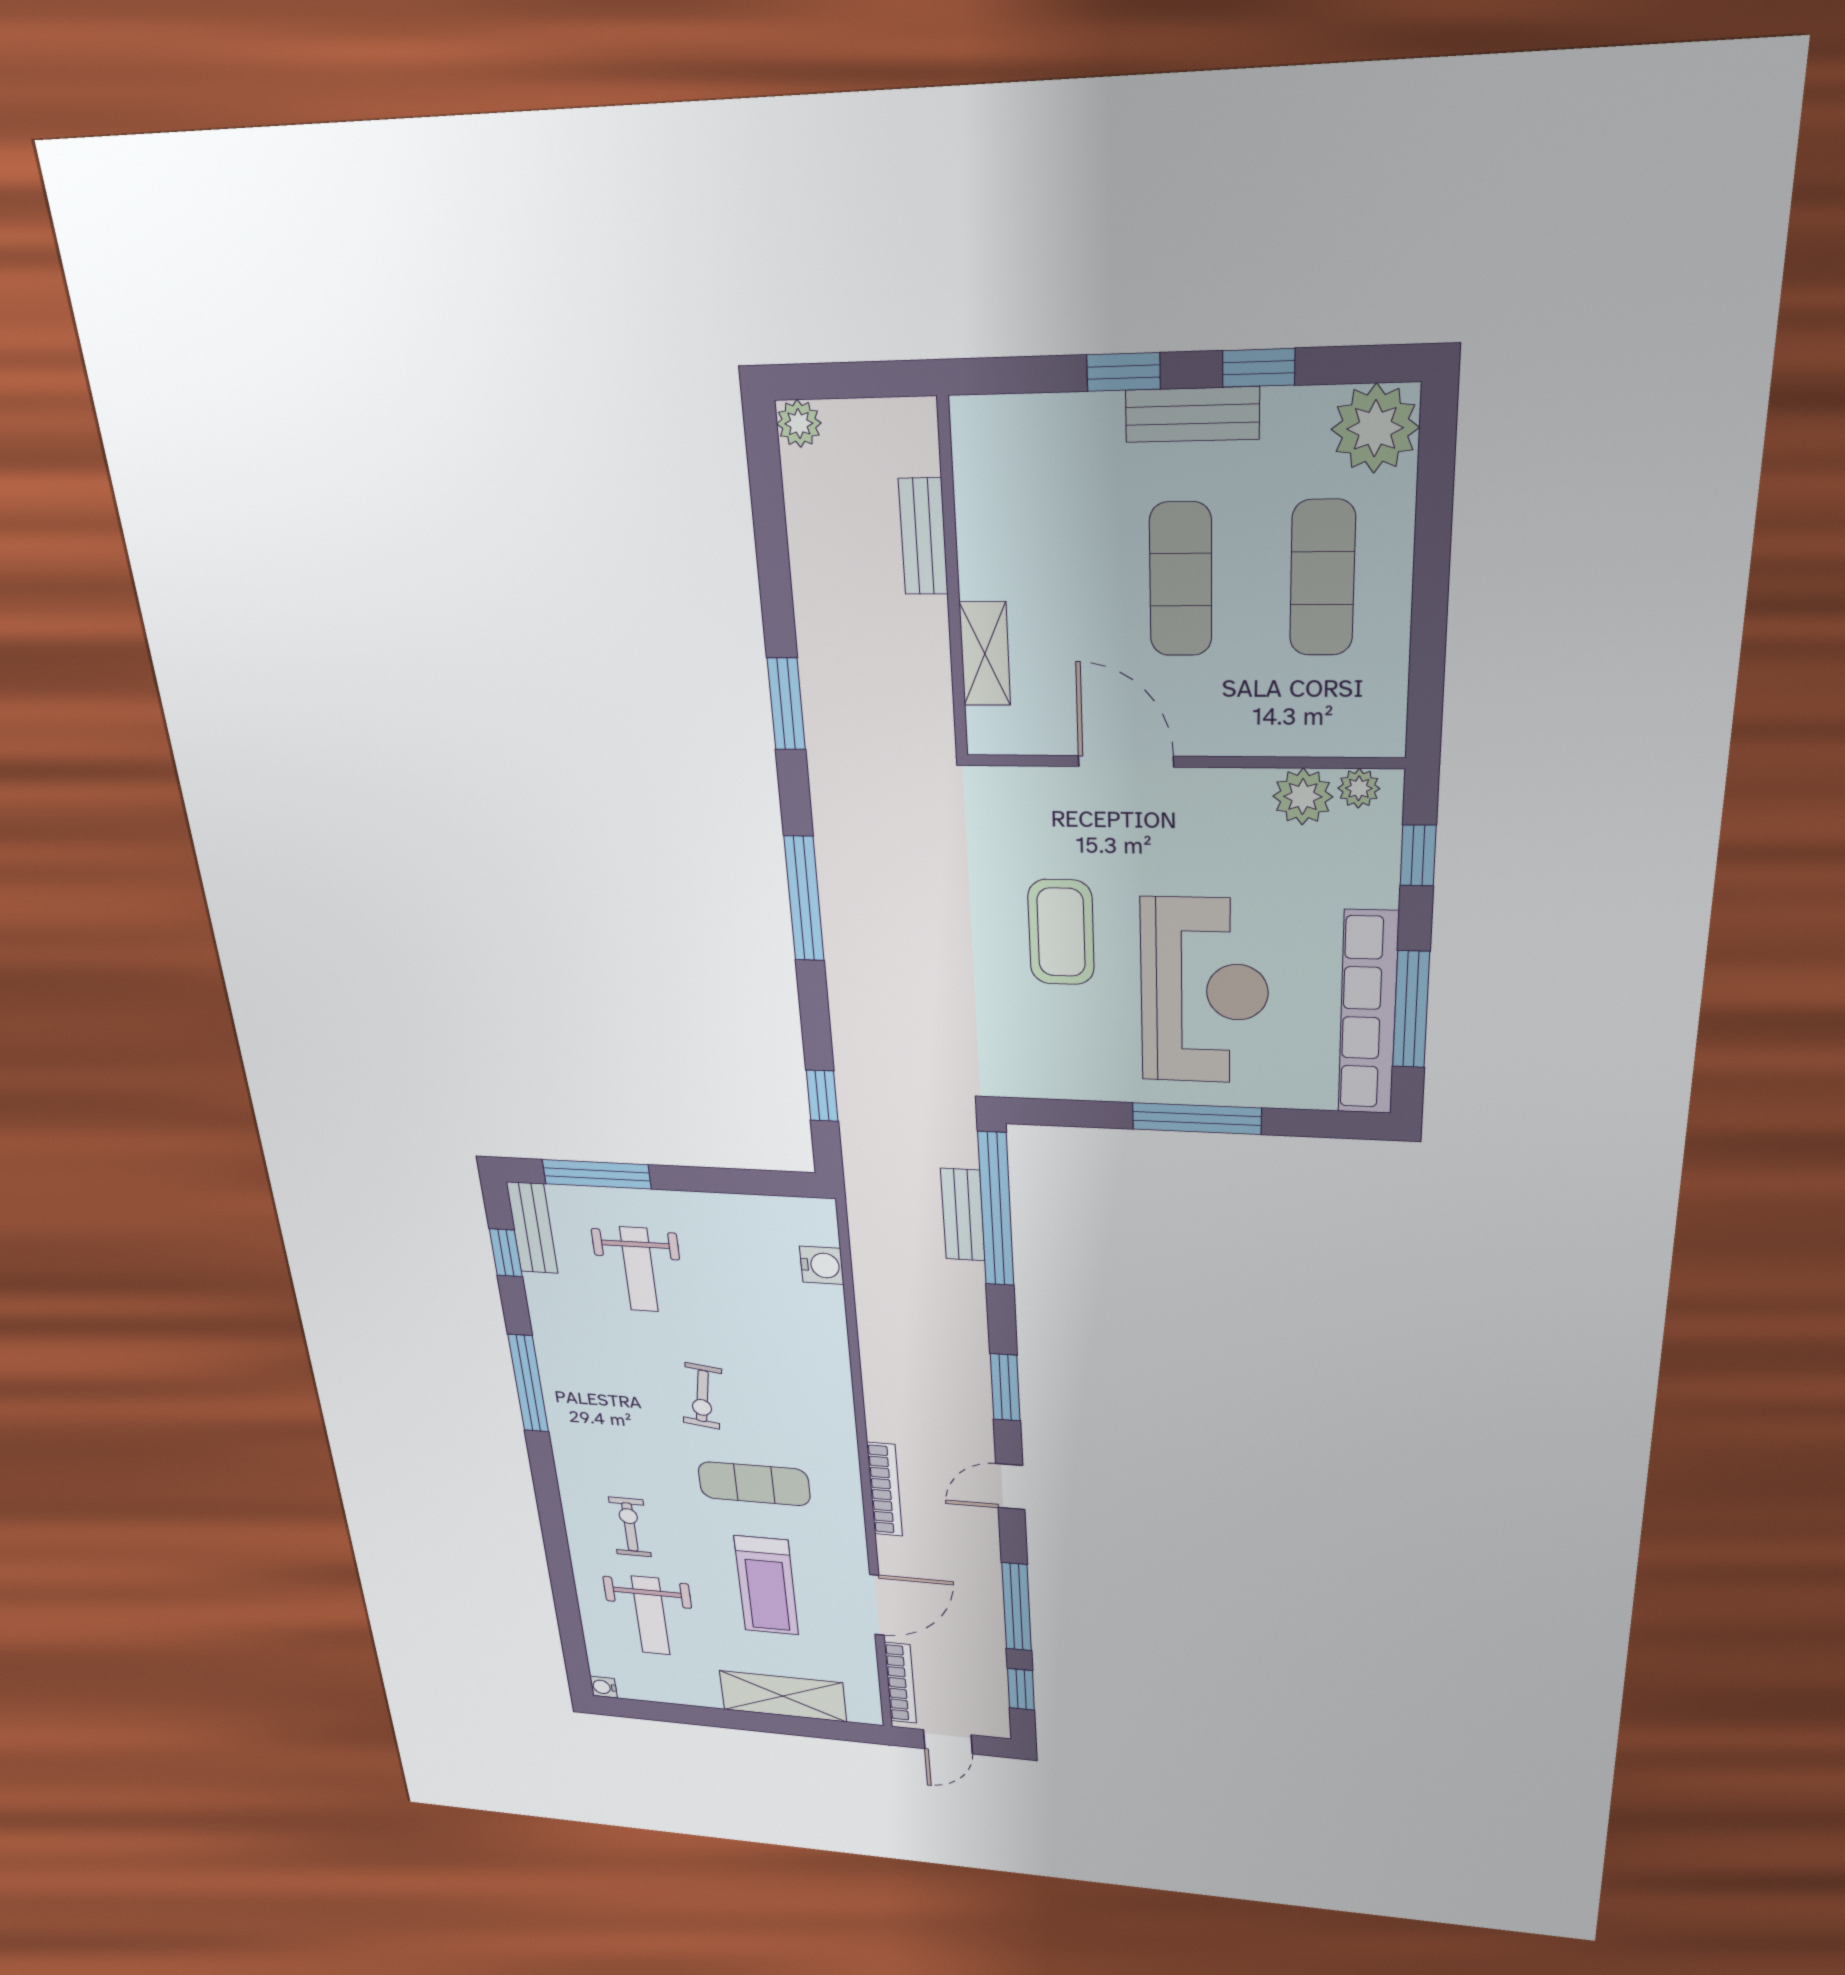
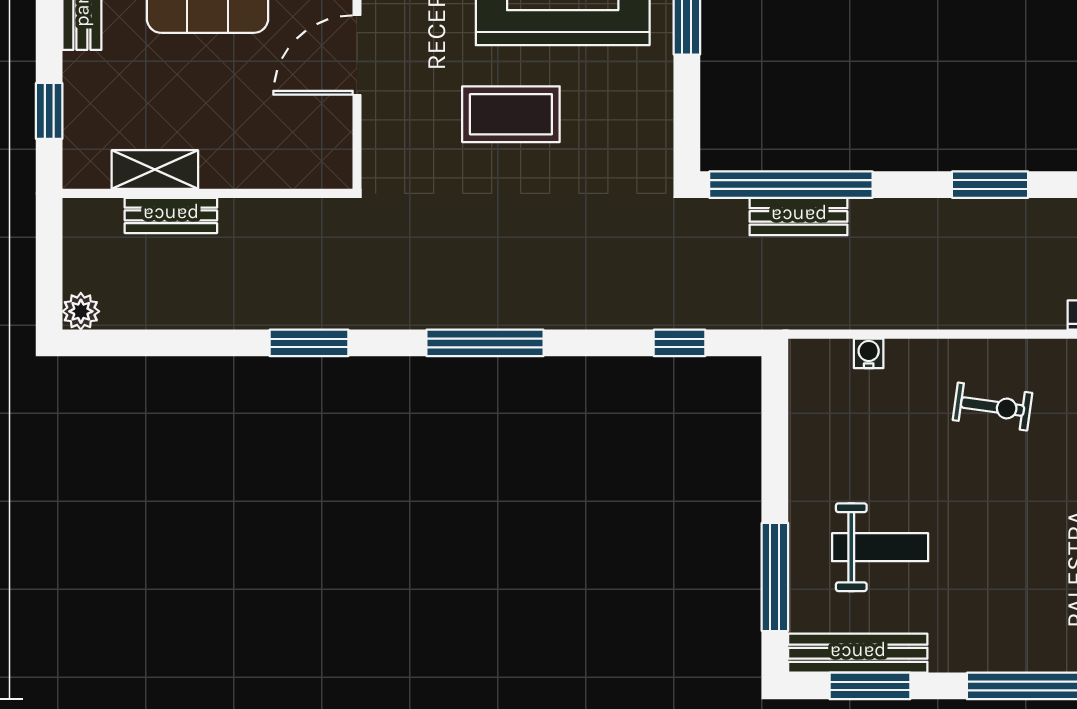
window: (1123, 372) -> (49, 111), moved
shelving: (985, 654) -> (155, 170), moved
bench: (532, 1228) -> (858, 653), width x1.36
window: (506, 1253) -> (870, 686), width x1.50
water cooler: (822, 1265) -> (869, 353), width x0.72, depth x0.72
exercise bike: (702, 1396) -> (993, 407), moved

